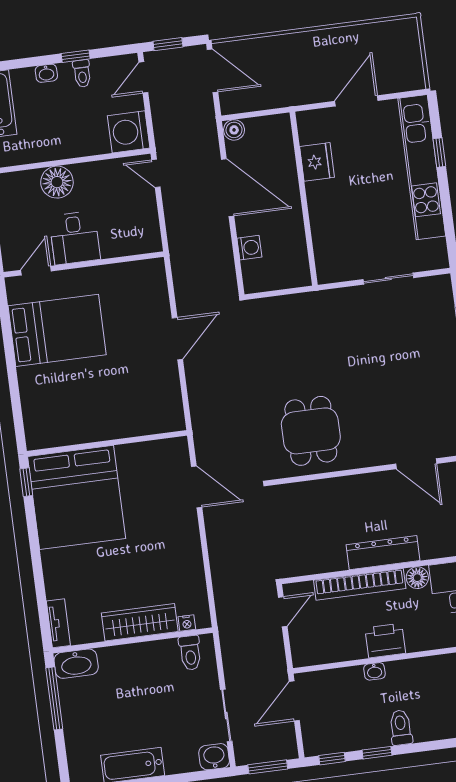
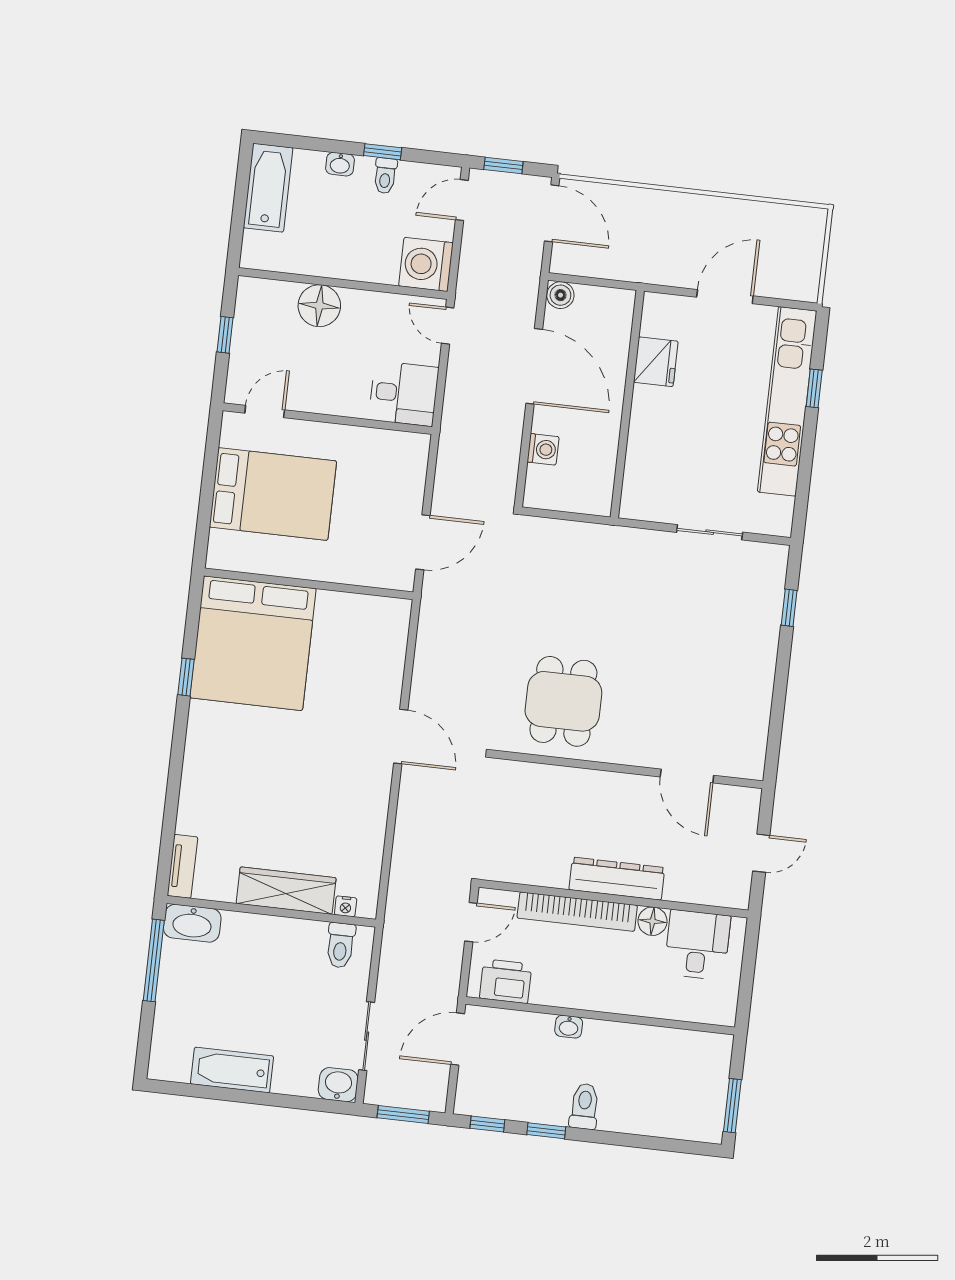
desk: (75, 238) -> (404, 394), moved, turned -90
wall: (107, 443) -> (309, 584), moved
bed: (77, 497) -> (253, 643), moved
printer: (385, 641) -> (506, 981), moved

